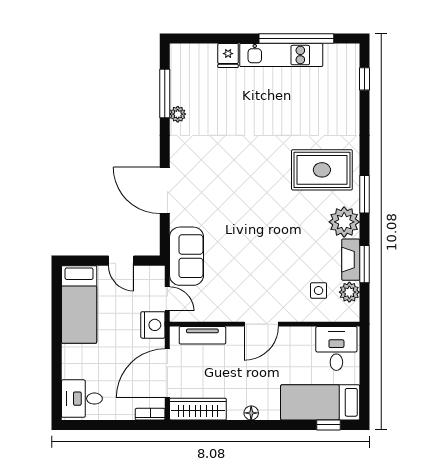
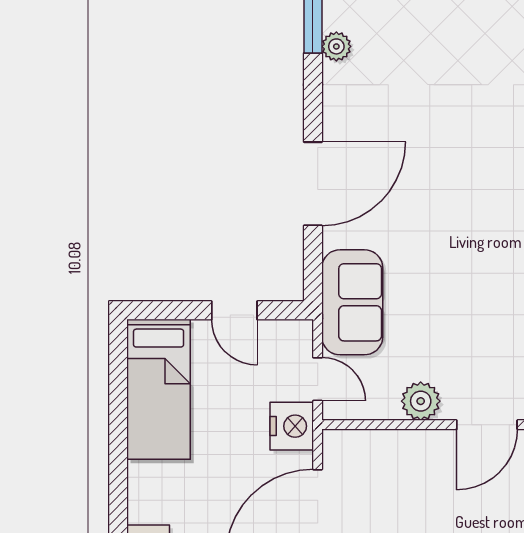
door: (165, 190) -> (313, 184), swing flipped
plant: (225, 311) -> (421, 401), added
tv unit: (202, 335) -> (381, 445), removed

